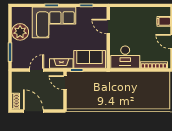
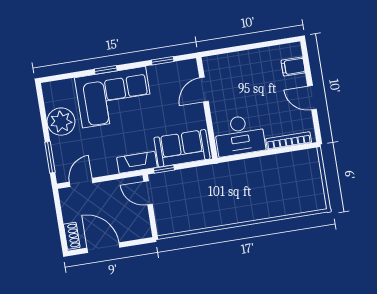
door: (108, 26) -> (204, 90), hinge flipped
door: (37, 70) -> (81, 182), moved

